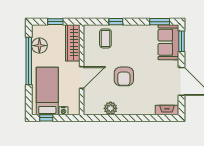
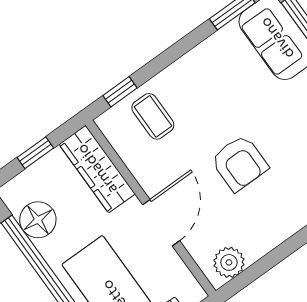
window: (116, 22) -> (120, 92), moved
plant: (111, 108) -> (229, 262), moved

